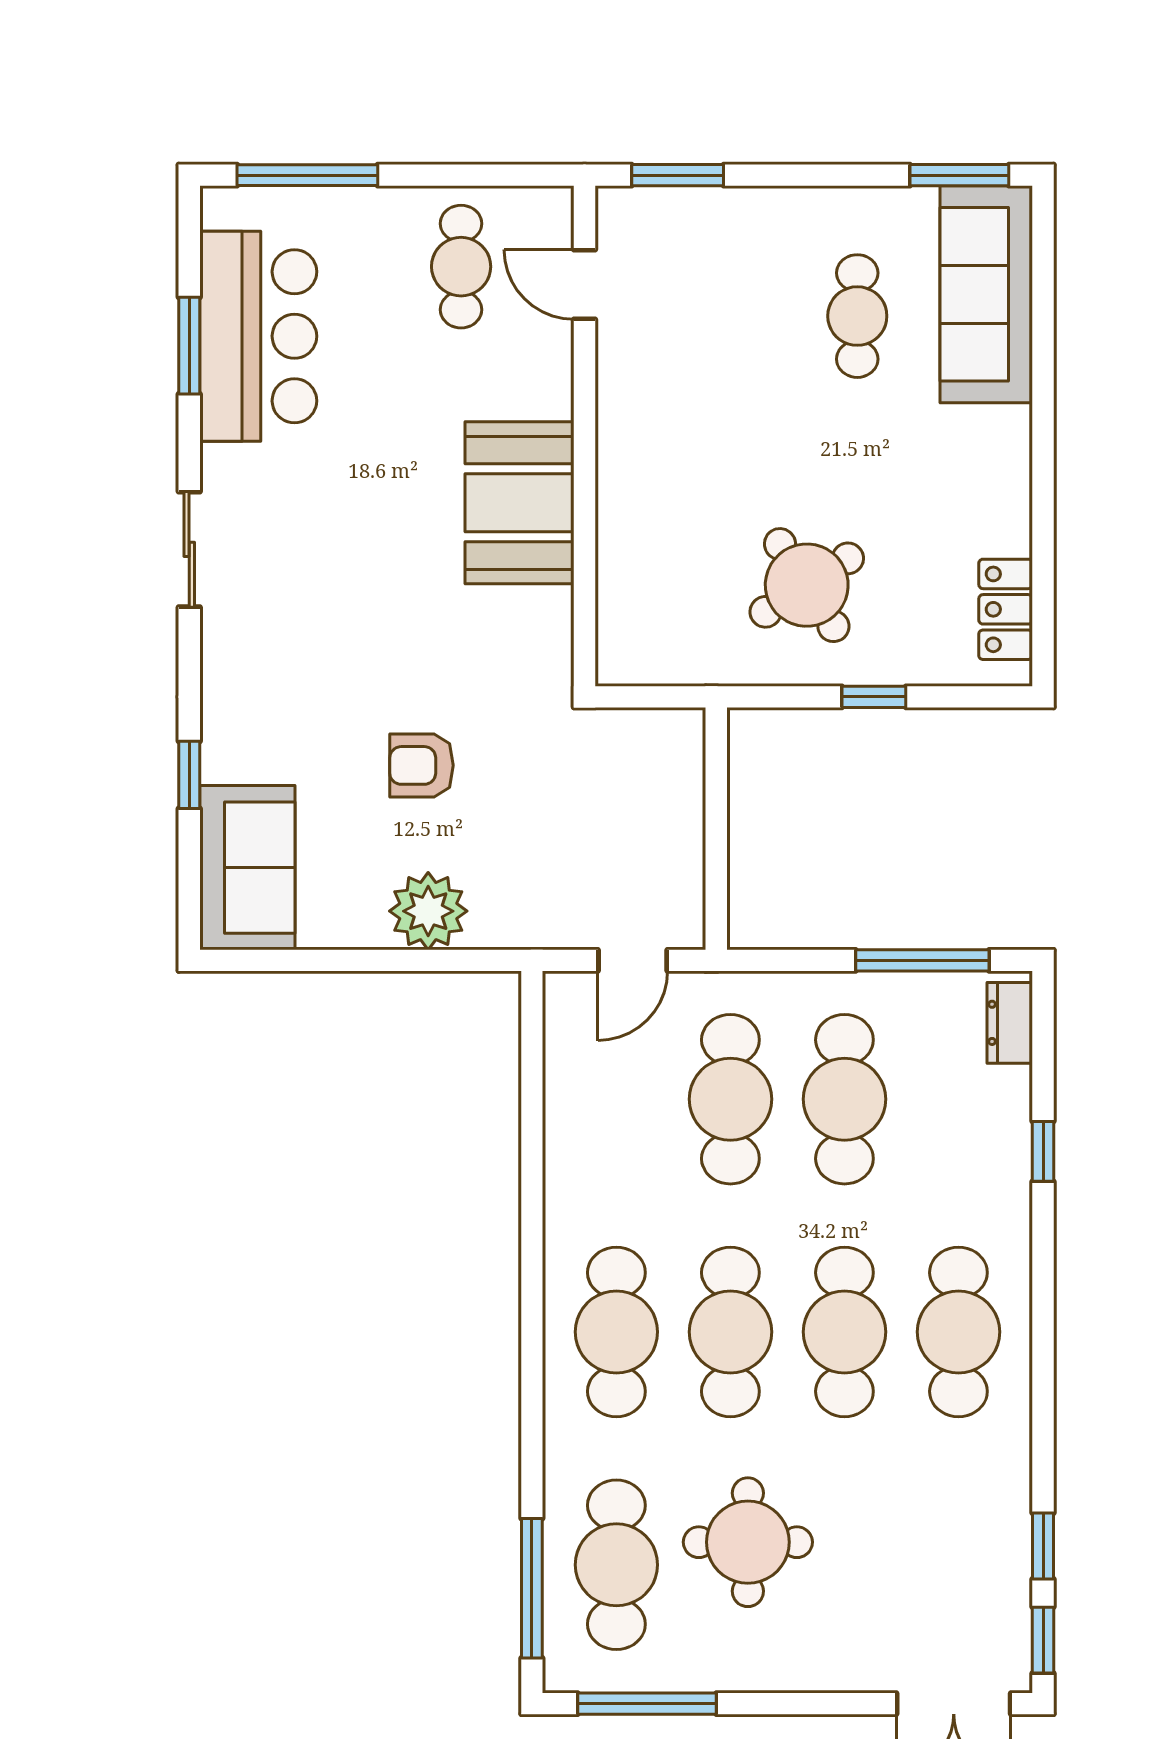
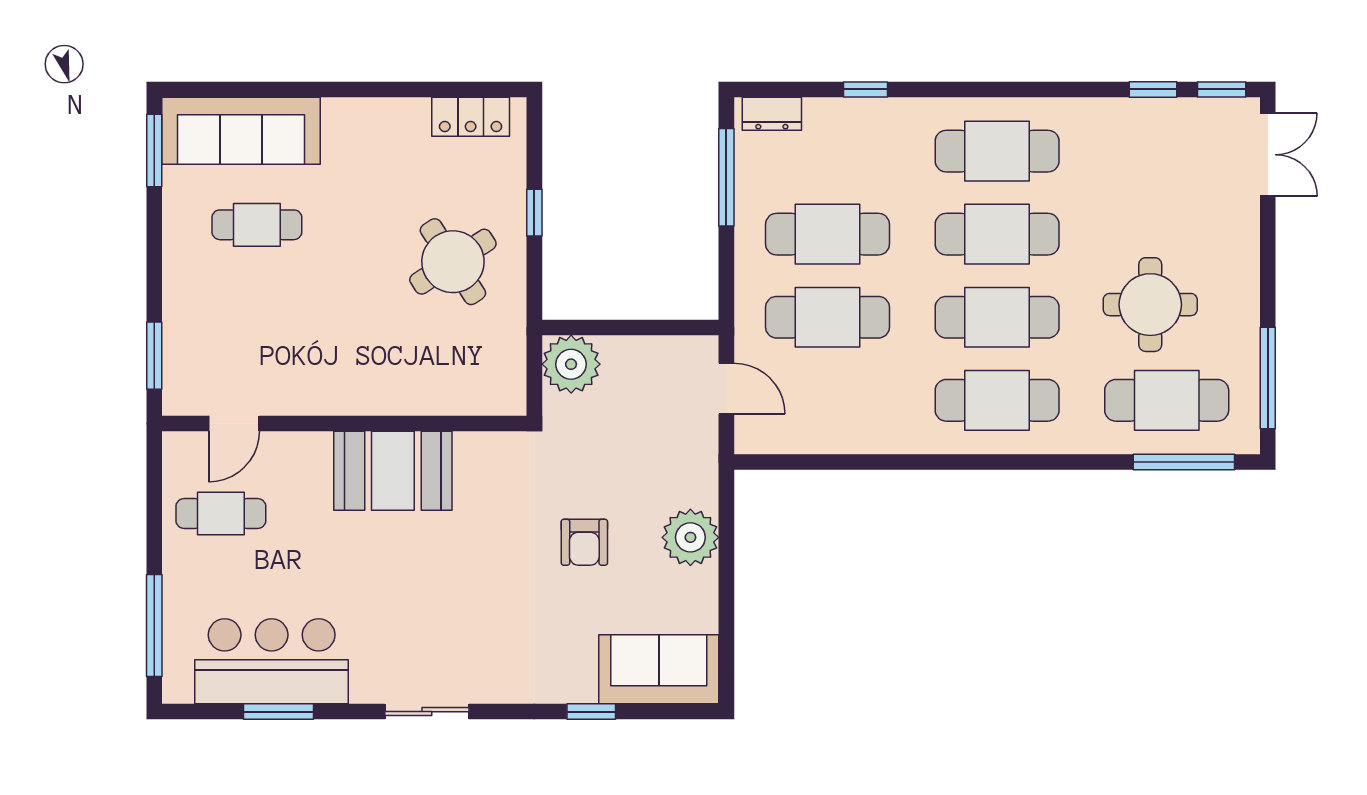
plant: (666, 747) -> (571, 364), added

